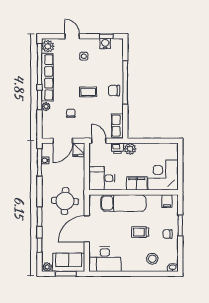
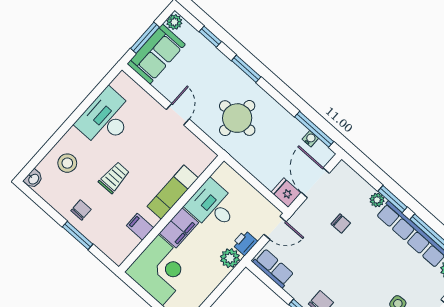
coffee table: (88, 92) -> (348, 269), removed
desk: (102, 178) -> (212, 206), moved, turned -90
filing cabinet: (167, 201) -> (140, 227), moved
exam couch: (123, 203) -> (173, 192), width x0.73, depth x0.69
door: (87, 229) -> (178, 114), width x0.53
desk: (105, 259) -> (106, 118), moved

